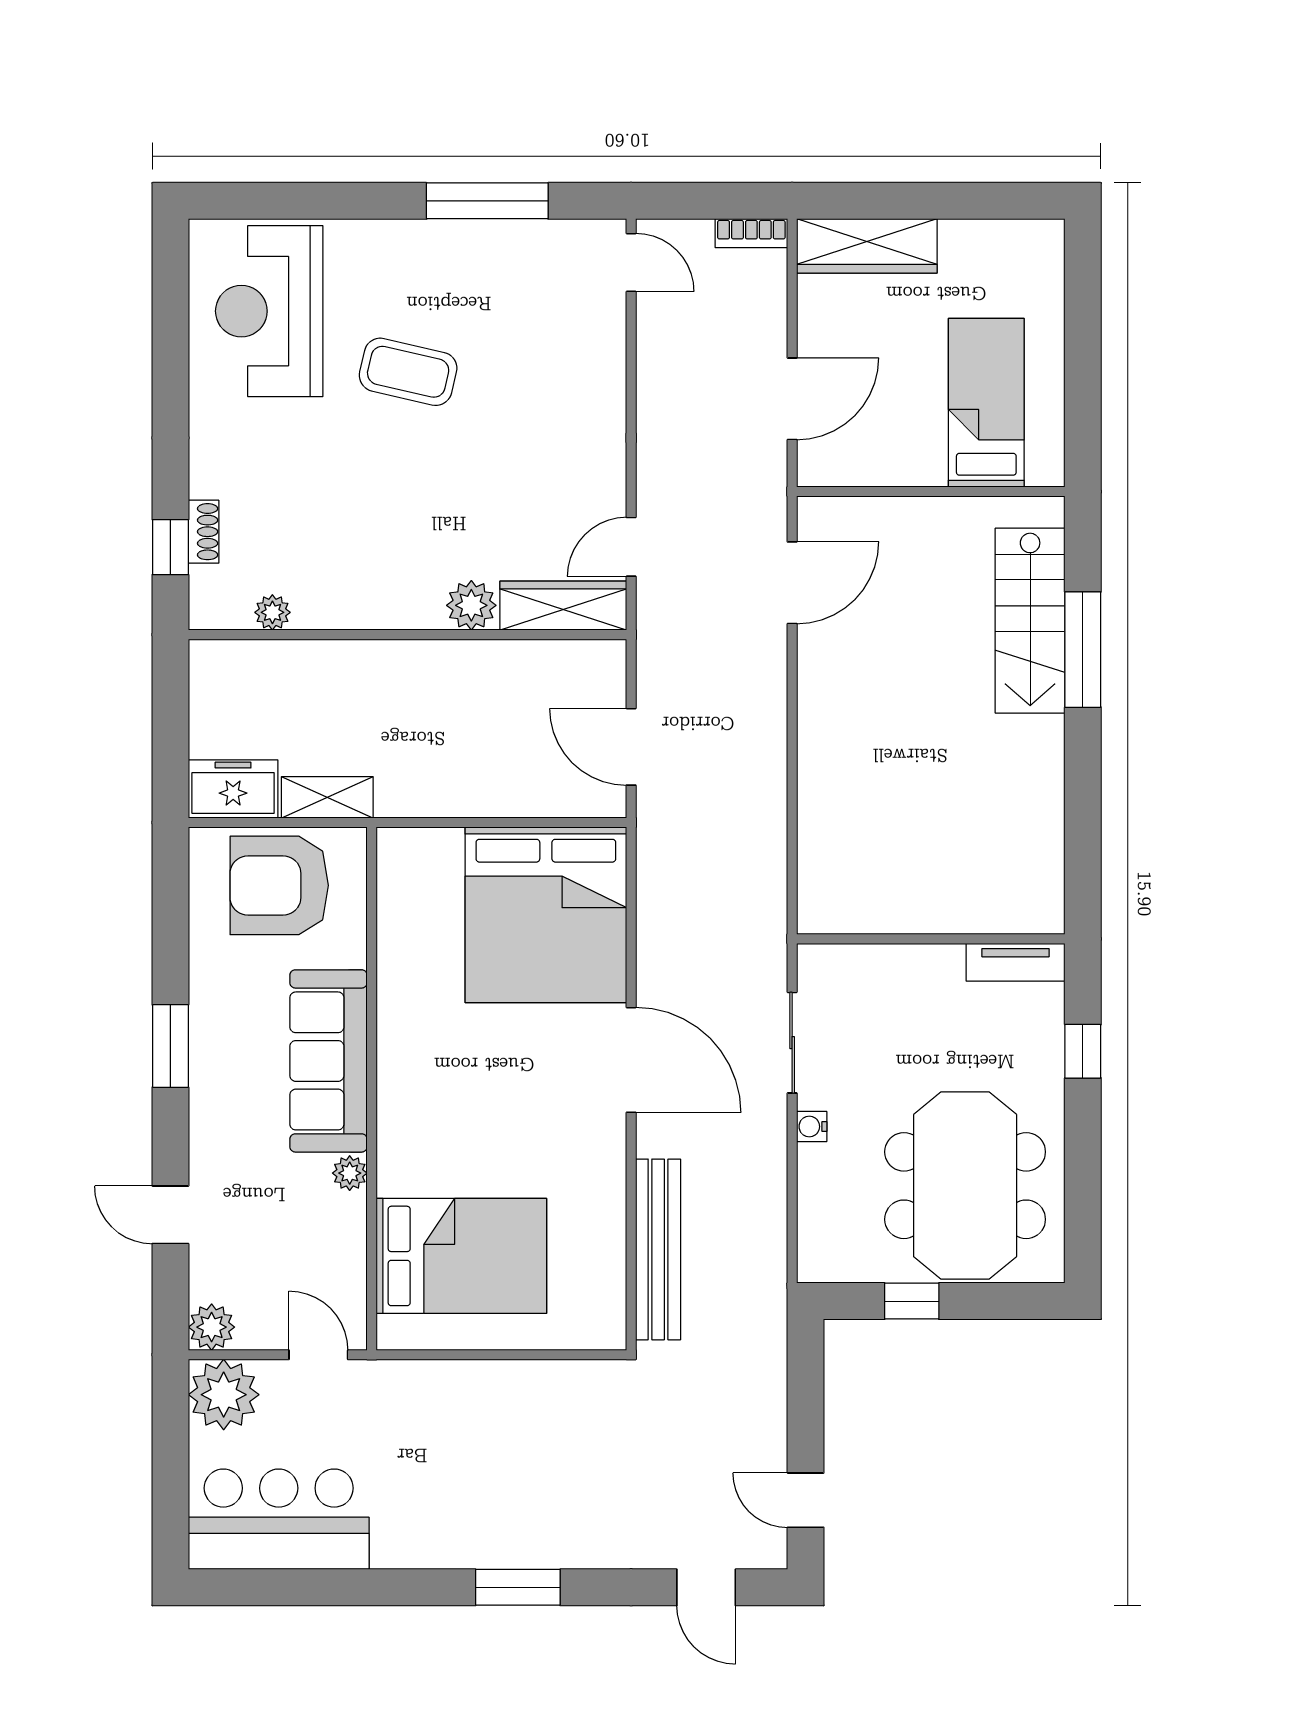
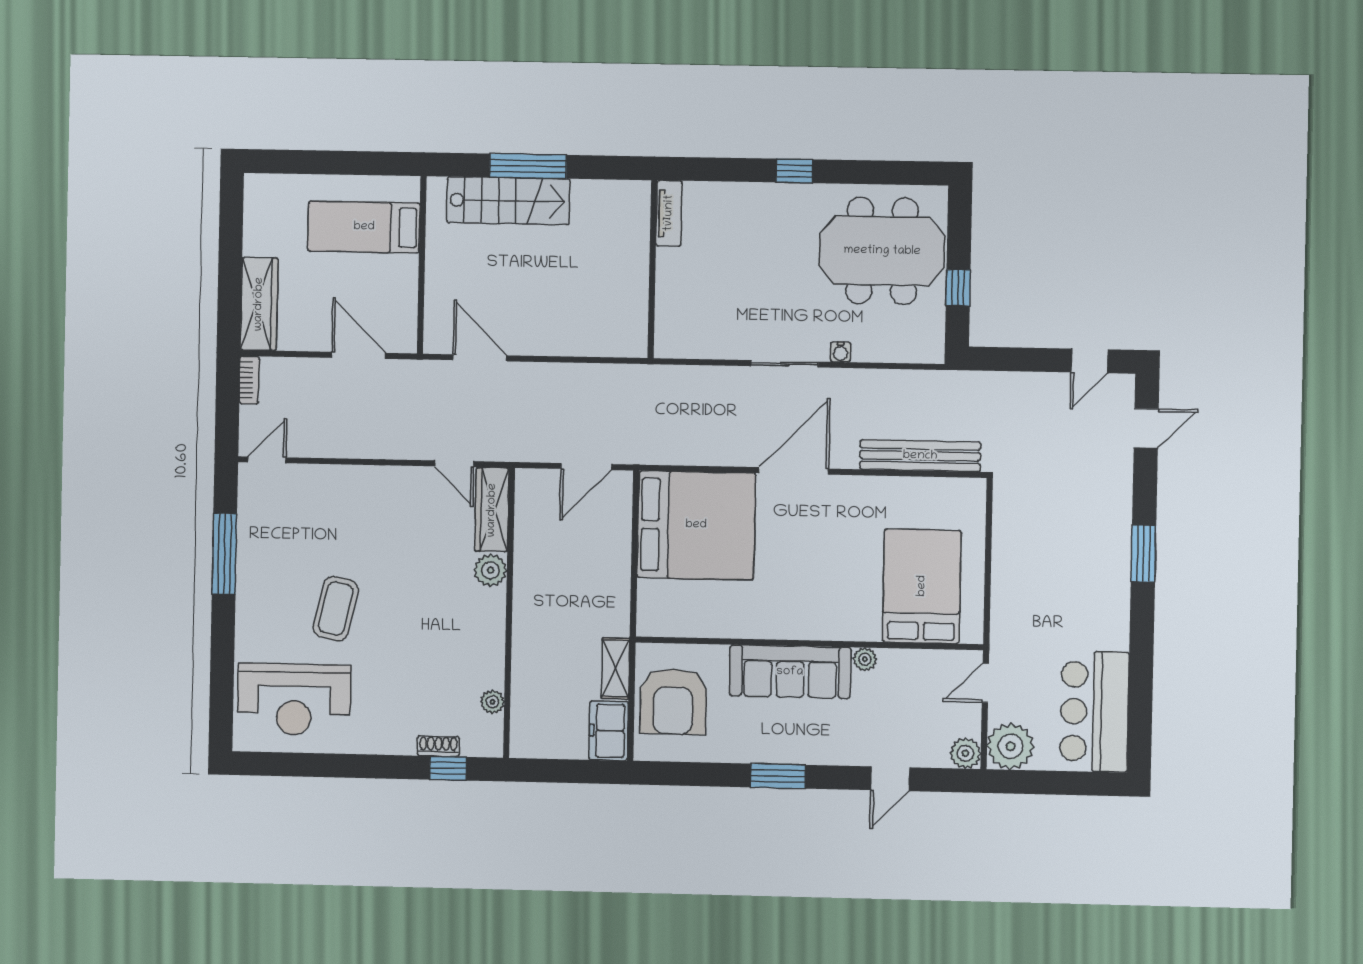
wall: (931, 939) -> (652, 269), moved
tv unit: (1016, 962) -> (669, 213), moved

